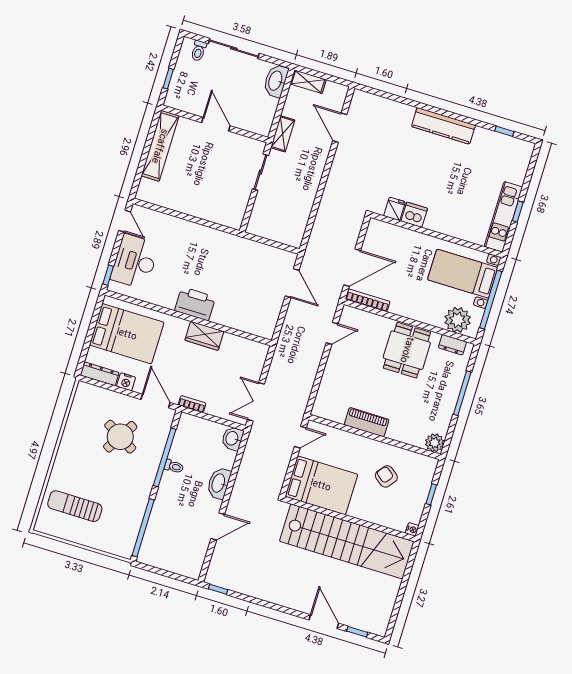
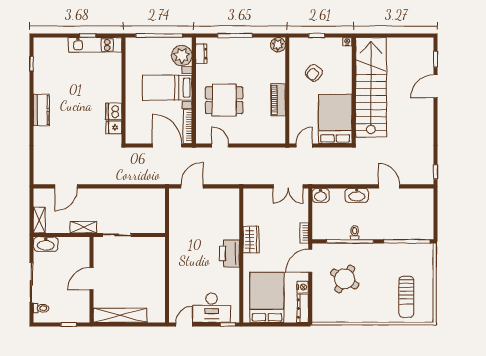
kitchen counter: (443, 126) -> (41, 110), width x0.67
bed with nightstands: (463, 274) -> (167, 88), moved, turned 90
dining table: (407, 350) -> (224, 100), moved
door: (300, 437) -> (304, 145), hinge flipped

